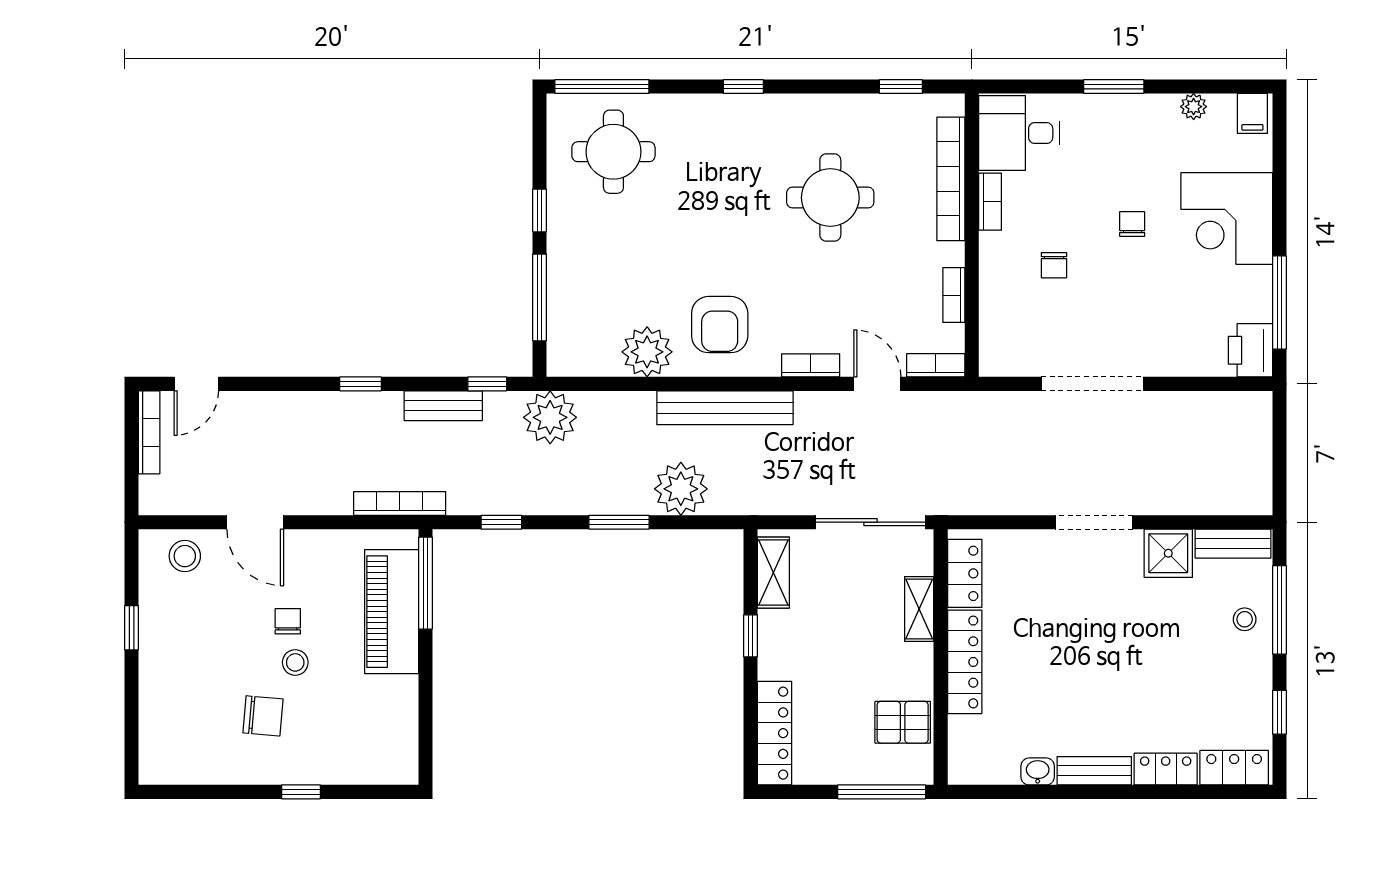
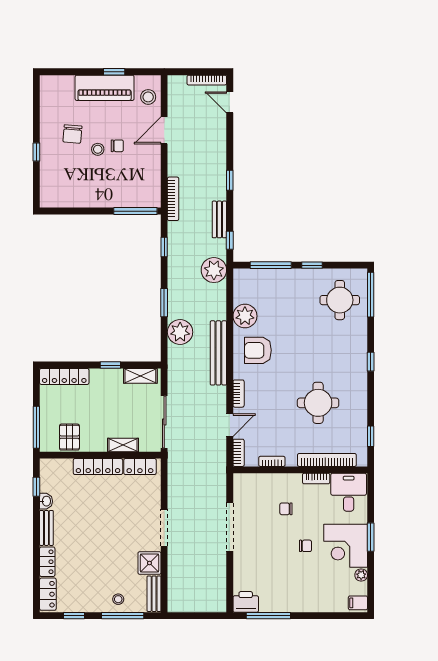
corner desk: (1227, 219) -> (346, 546), moved, turned -90
piano: (392, 612) -> (105, 88), moved, turned 180
window: (1007, 792) -> (36, 487), added

